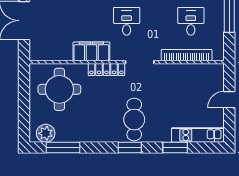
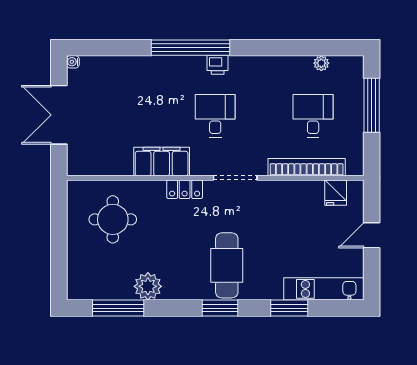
locker: (106, 70) -> (185, 189), width x0.66
fridge: (206, 72) -> (336, 193), added
round table: (59, 89) -> (113, 219), width x0.73, depth x0.73
plant: (46, 133) -> (148, 286), moved

